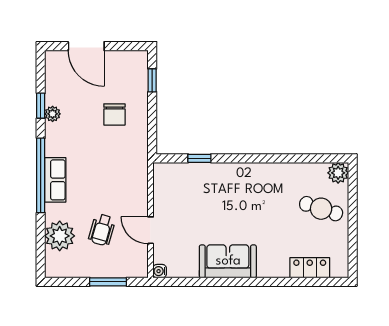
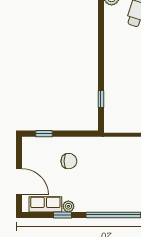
door: (86, 46) -> (19, 182), hinge flipped
row of seats: (55, 180) -> (45, 204), moved

